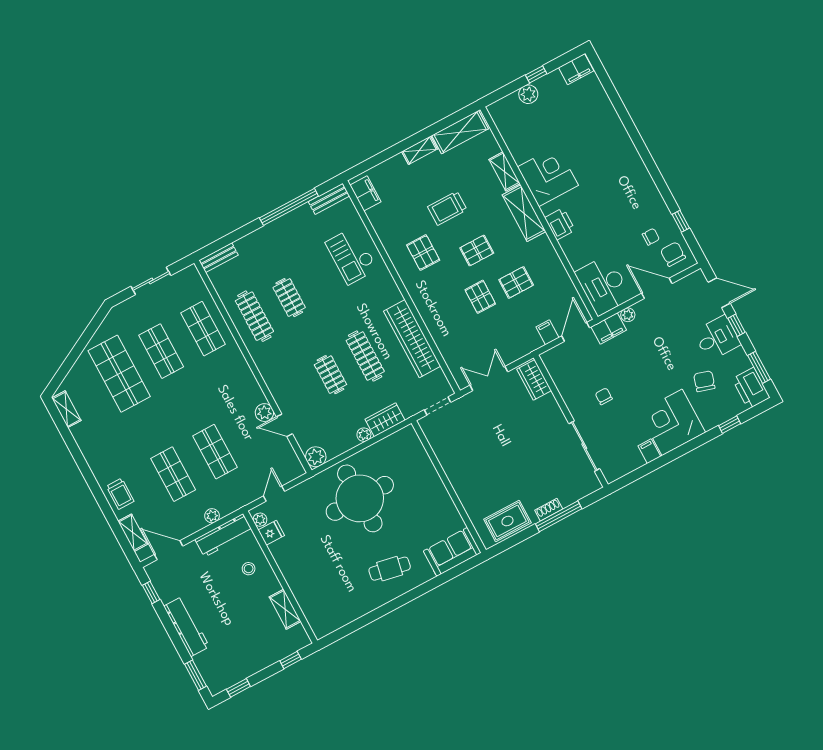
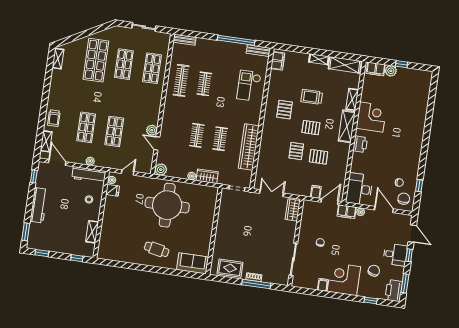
filing cabinet: (576, 69) -> (376, 69), moved
clothes rail: (365, 356) -> (220, 139), width x0.73

